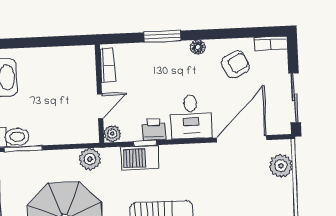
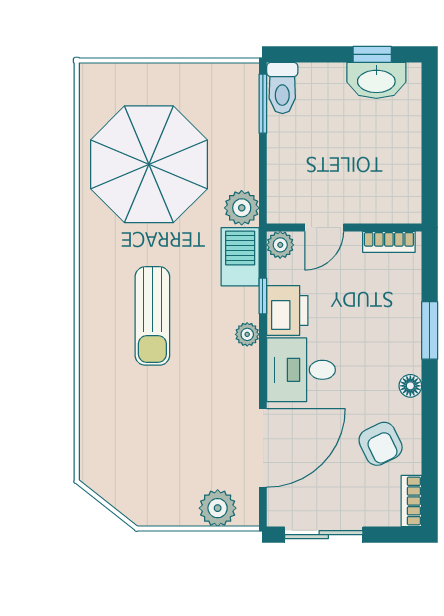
door: (100, 106) -> (324, 228), hinge flipped
printer: (154, 130) -> (287, 310), width x1.36, depth x1.24
door: (242, 139) -> (263, 448), hinge flipped
plant: (170, 152) -> (247, 334), added
barbecue: (140, 158) -> (240, 257), moved

